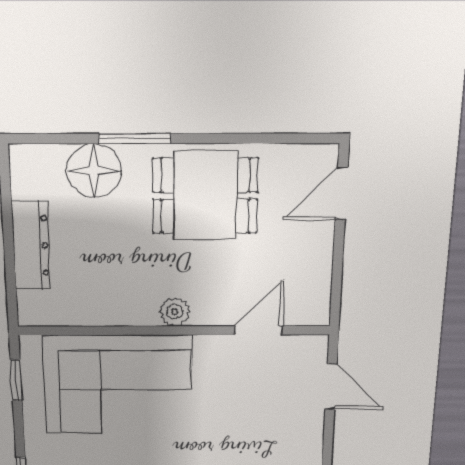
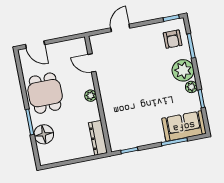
dresser: (31, 246) -> (98, 138), moved, turned -90
corner sofa: (118, 385) -> (124, 112), removed
door: (331, 387) -> (120, 28), moved

